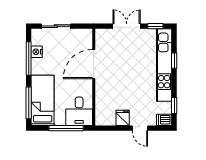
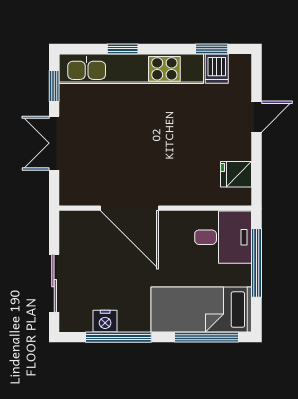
fridge: (123, 118) -> (236, 174), moved
dishwasher: (164, 120) -> (217, 69), moved

